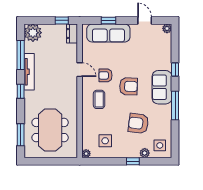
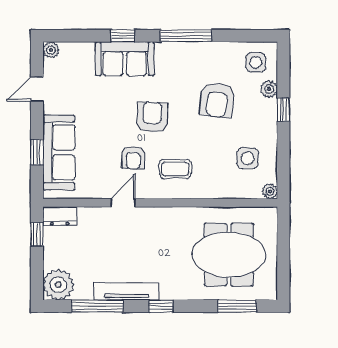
sofa: (162, 87) -> (125, 59), moved

